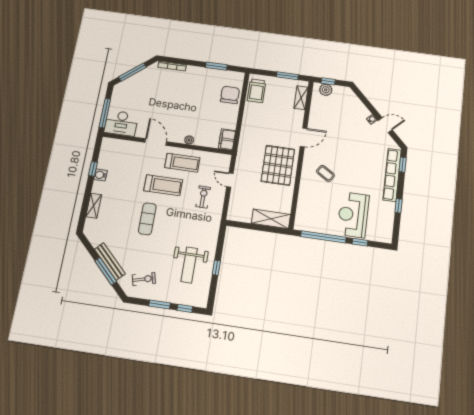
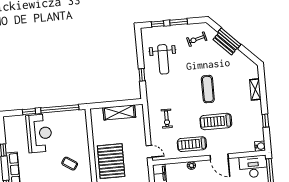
water cooler: (100, 175) -> (260, 146), moved
door: (230, 180) -> (149, 152), moved
treadmill: (163, 185) -> (216, 122), moved
shelving: (271, 219) -> (119, 112), moved
bench: (110, 261) -> (225, 44), width x0.73
weight bench: (189, 265) -> (163, 59), turned 180
window: (216, 268) -> (142, 75), moved

